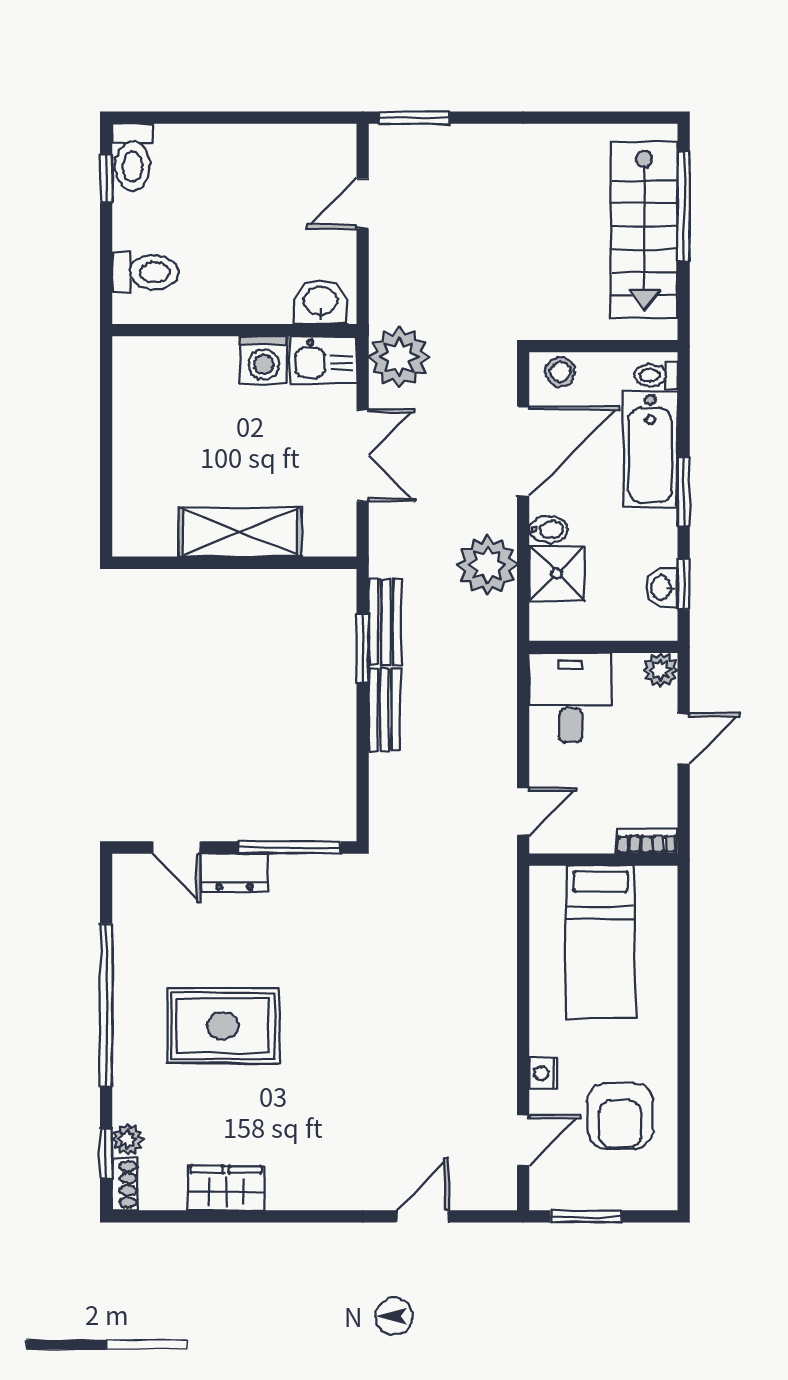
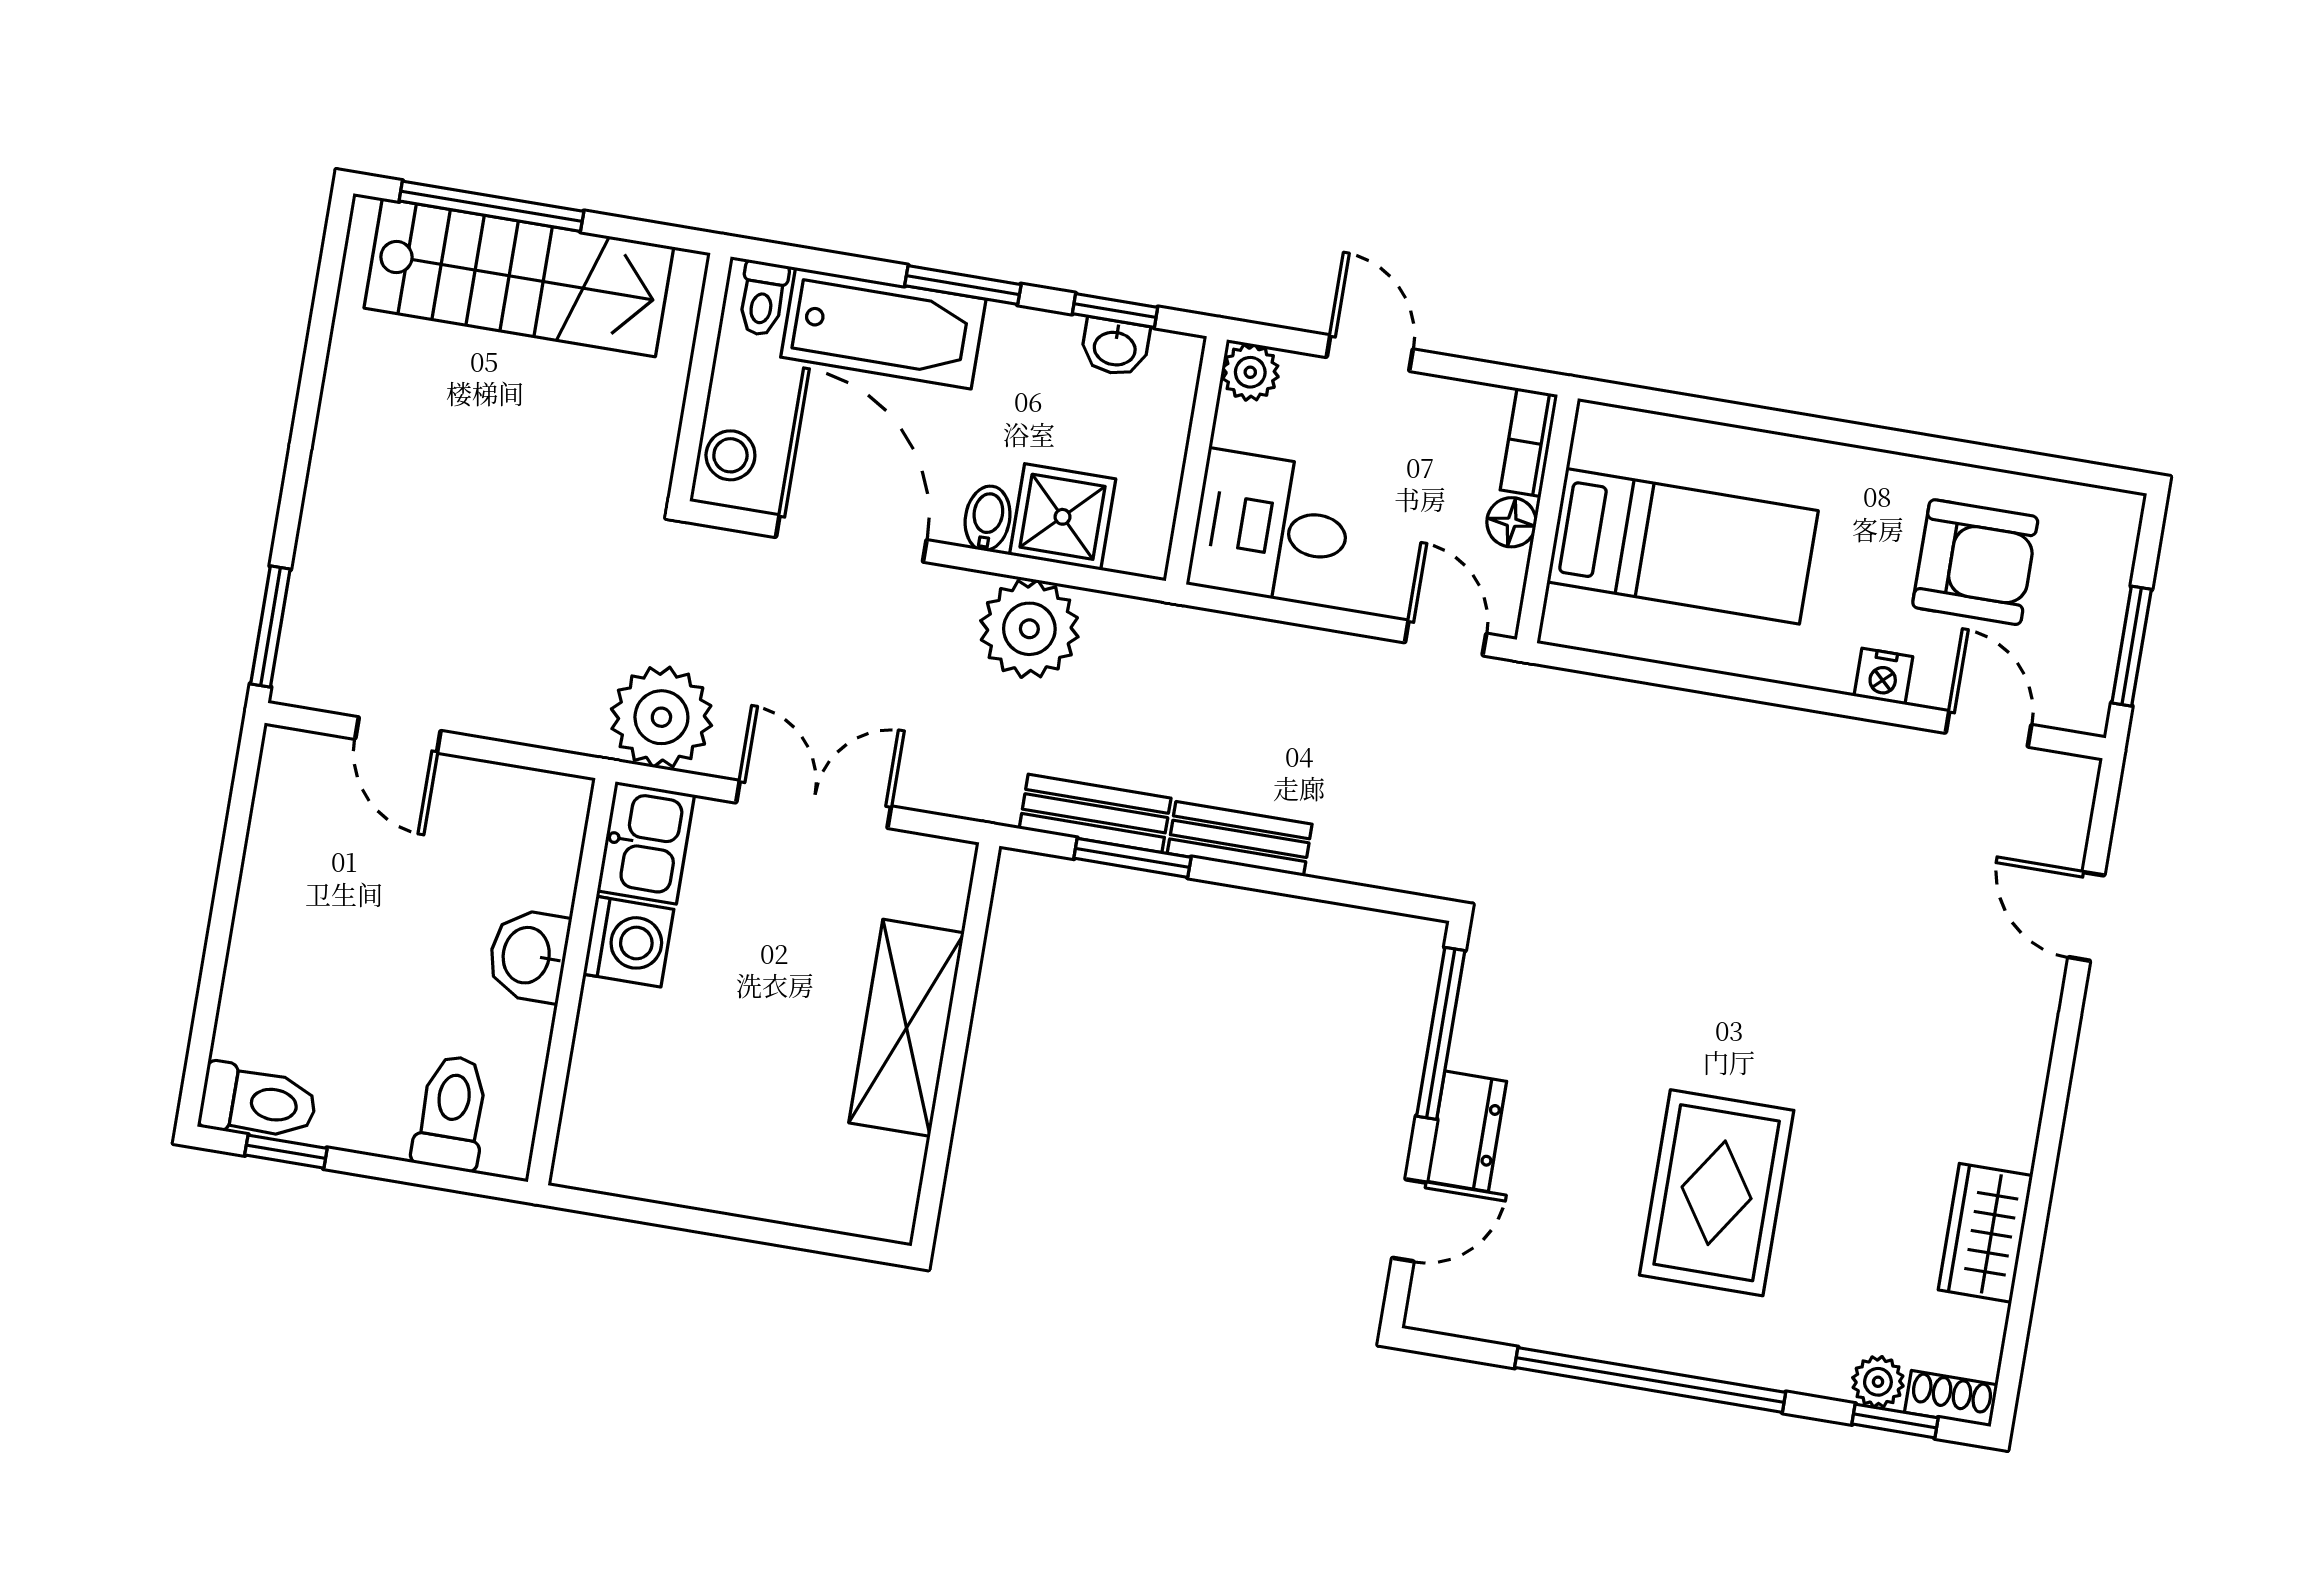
washbasin: (321, 302) -> (528, 956), moved
floor lamp: (598, 839) -> (1512, 522), added

